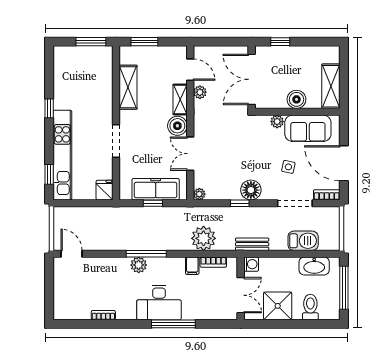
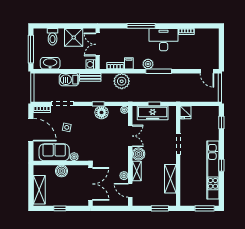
window: (91, 42) -> (205, 208), moved
window: (280, 42) -> (60, 208), moved
shelving: (331, 86) -> (39, 190), moved
kitchen unit: (62, 155) -> (213, 170), moved
floor lamp: (251, 190) -> (102, 112), moved
barbecue: (303, 241) -> (69, 80), moved
plant: (139, 265) -> (148, 64), moved
desk: (159, 303) -> (164, 40), moved

